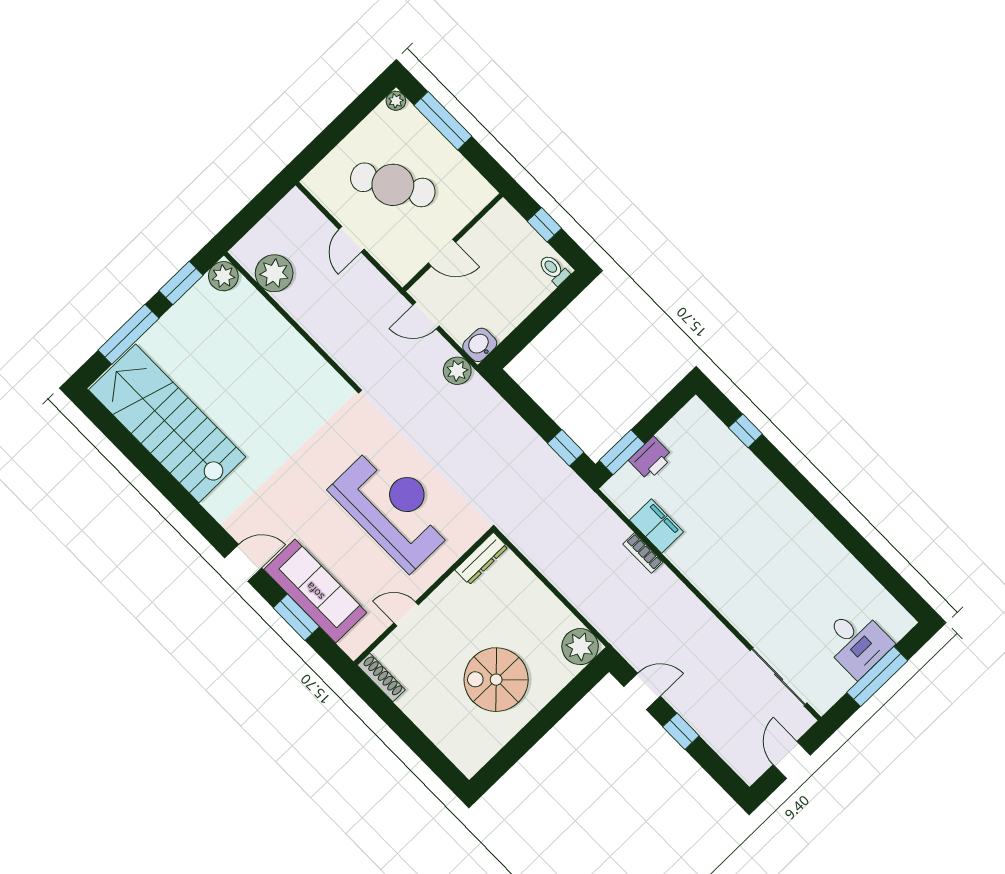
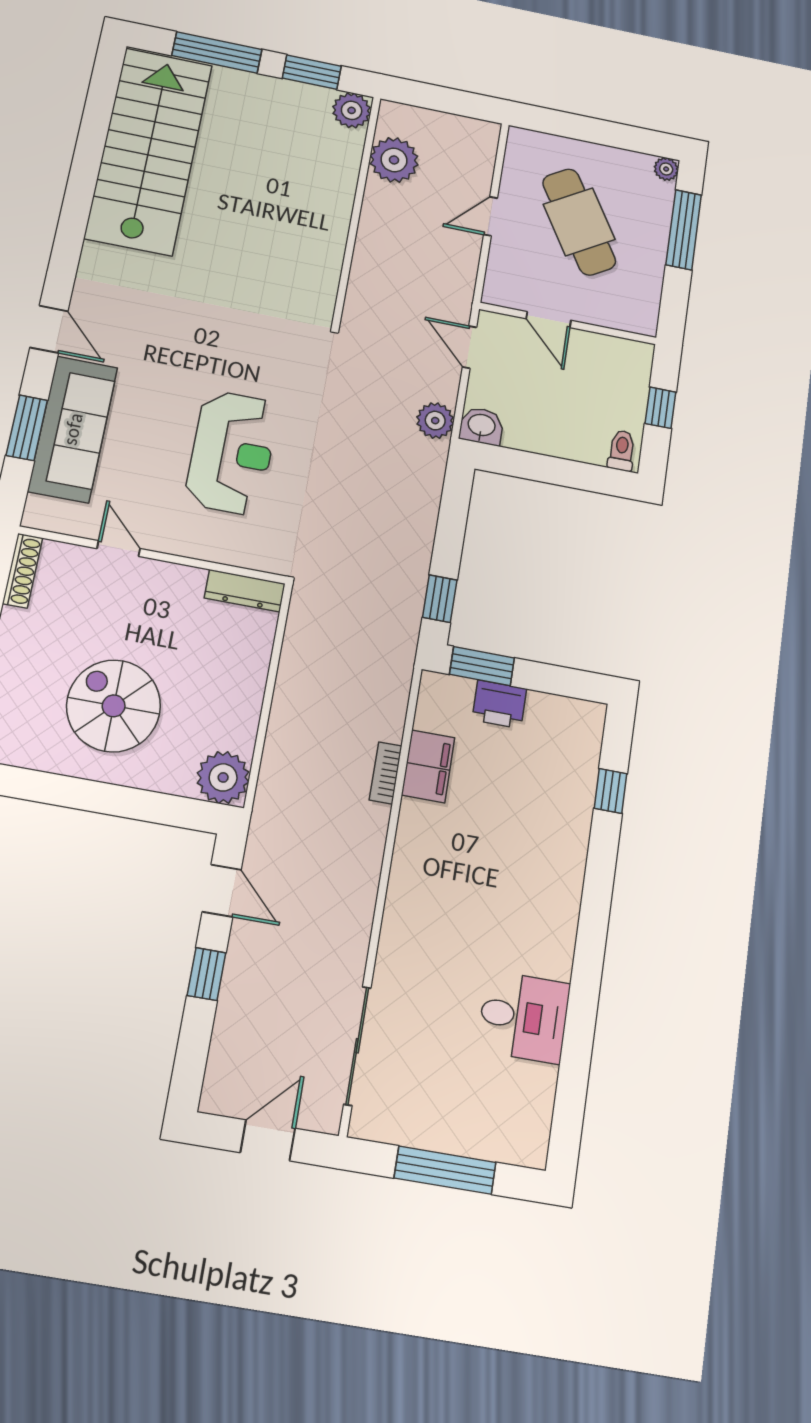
reception desk: (393, 508) -> (232, 453), width x0.74, depth x0.77
desk: (857, 642) -> (524, 1017), moved, turned -90

